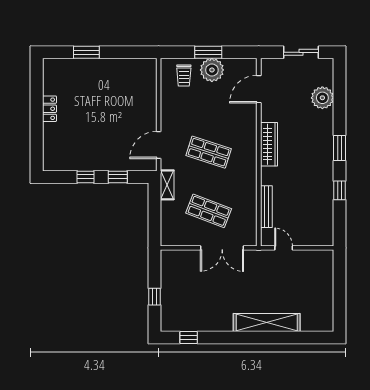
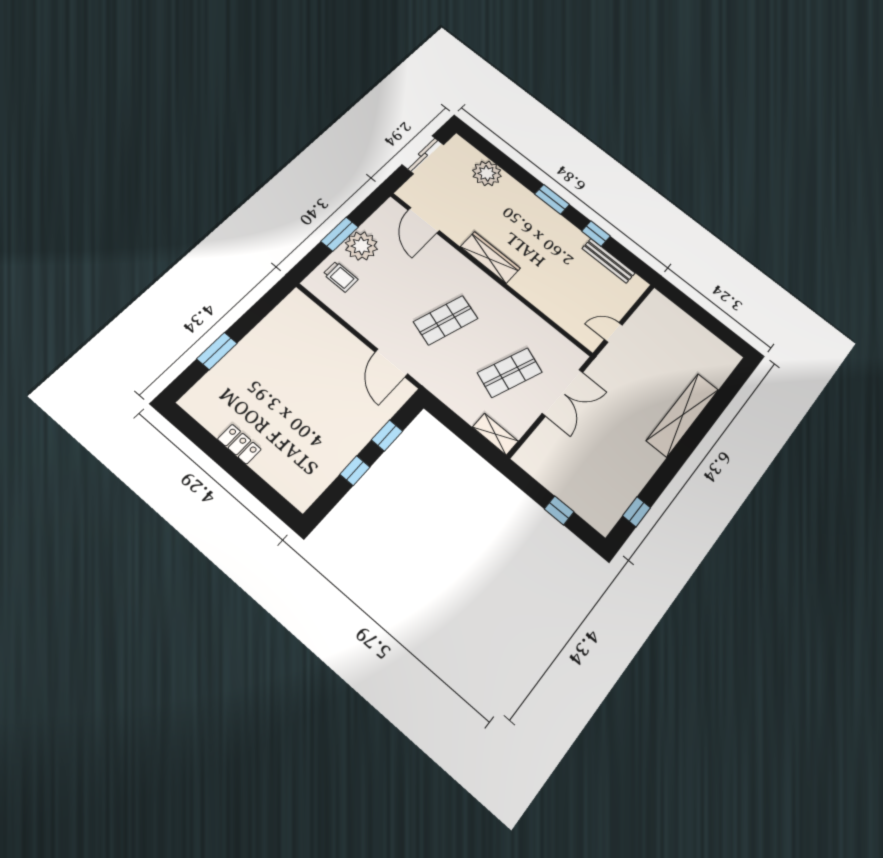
shelving: (167, 185) -> (495, 434), moved
bench: (266, 207) -> (608, 261), moved

